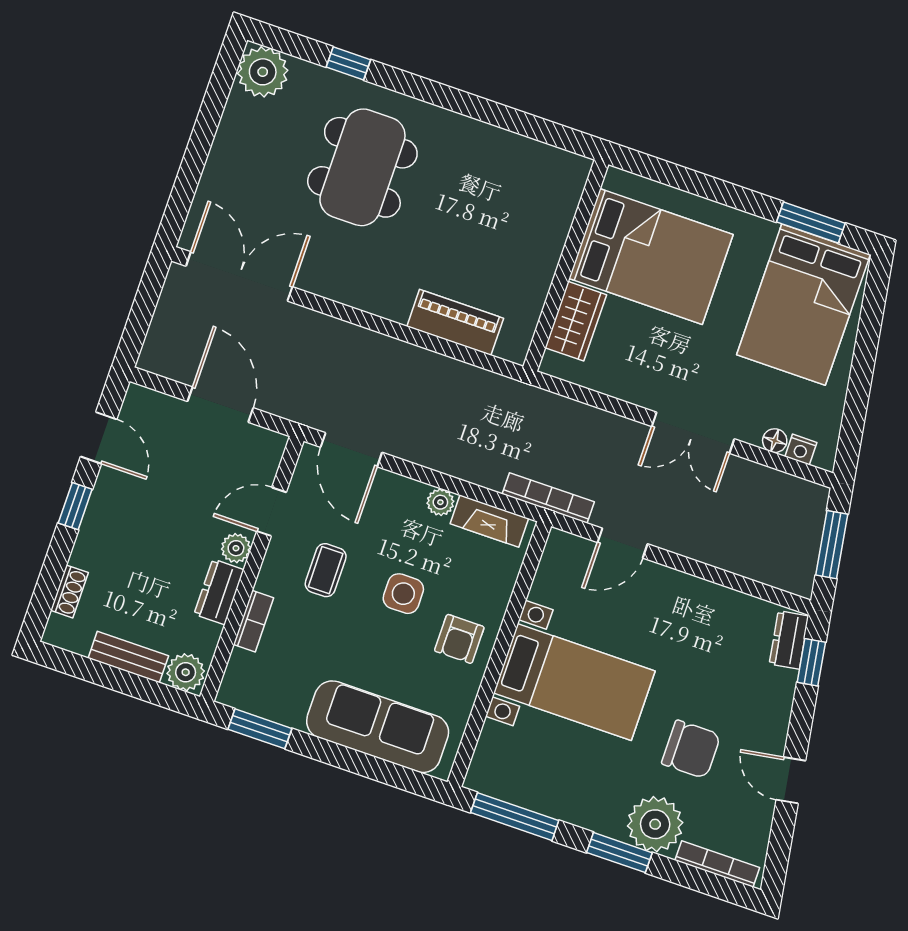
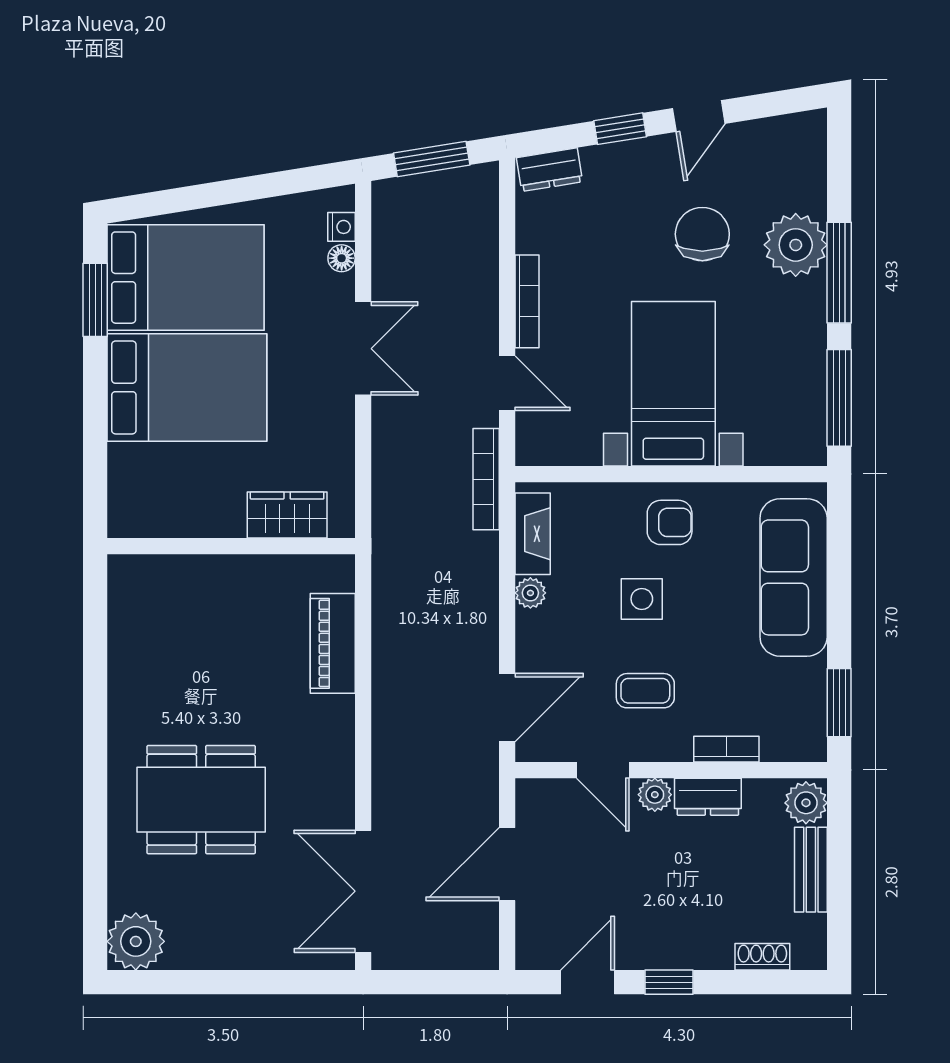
window: (348, 63) -> (95, 853), removed
bed: (651, 256) -> (187, 387), moved, turned 90
window: (811, 662) -> (620, 129), moved
window: (619, 853) -> (839, 273), width x1.44
bookcase: (717, 864) -> (527, 301), moved, turned 180

